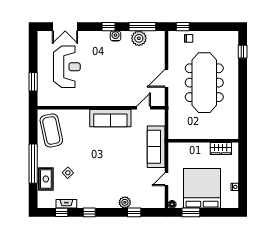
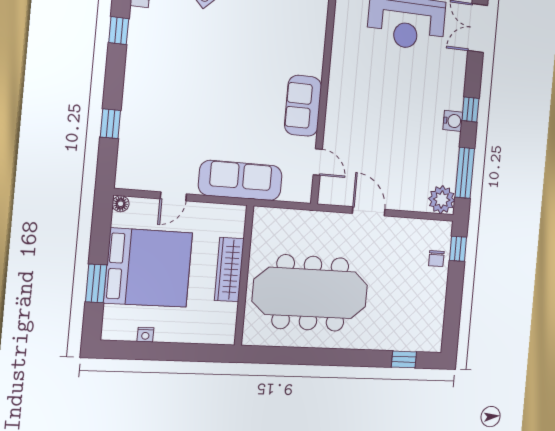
plant: (139, 38) -> (442, 200), moved
meeting table: (204, 83) -> (310, 293), moved
sofa: (110, 118) -> (303, 106), width x0.73
wardrobe: (221, 148) -> (229, 269), moved, width x1.50
door: (167, 179) -> (173, 196), swing flipped
plant: (125, 202) -> (133, 107), removed
window: (191, 212) -> (96, 283), moved

